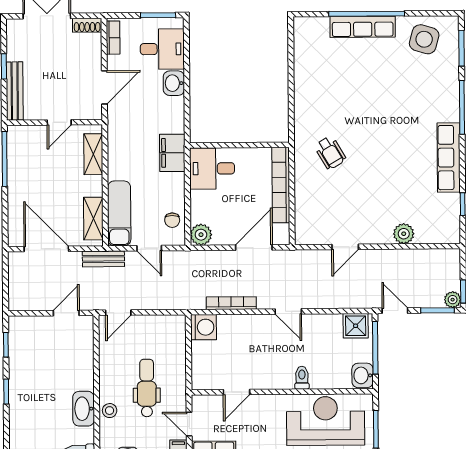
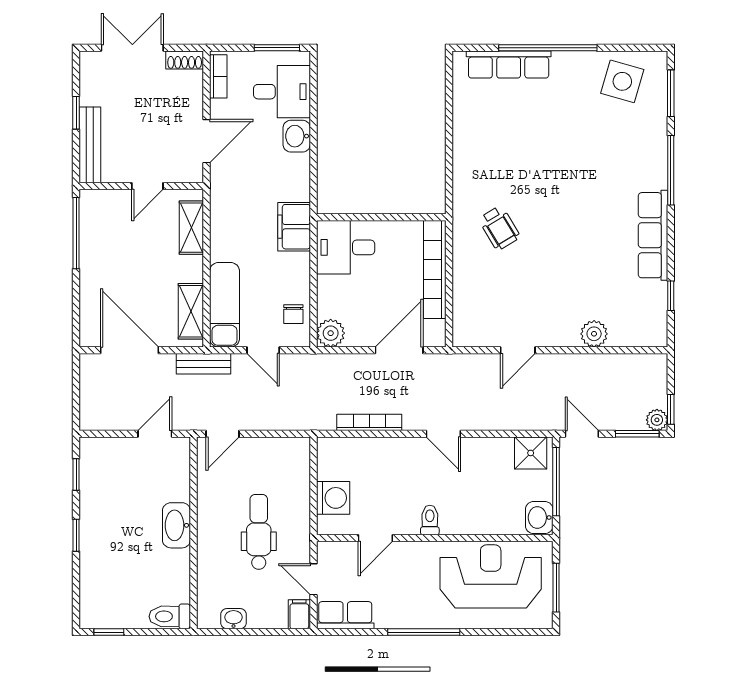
row of seats: (363, 27) -> (509, 65), moved
washing machine: (204, 327) -> (333, 498), moved
toilet: (302, 378) -> (430, 520), moved
washbasin: (84, 409) -> (176, 525), moved
stool: (110, 411) -> (210, 561), removed

